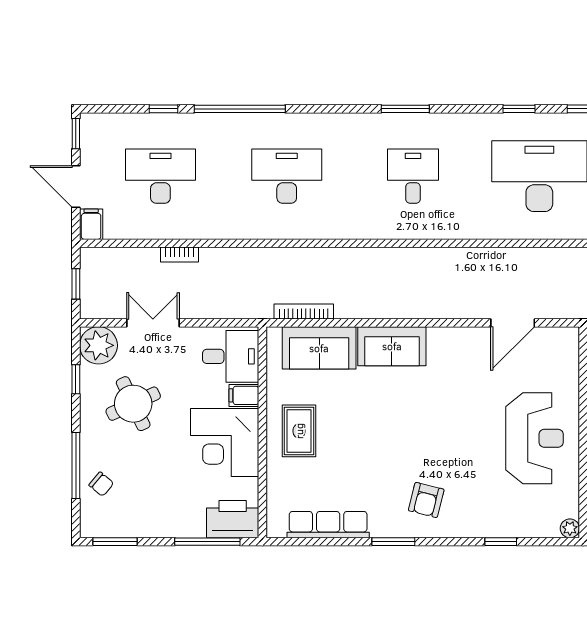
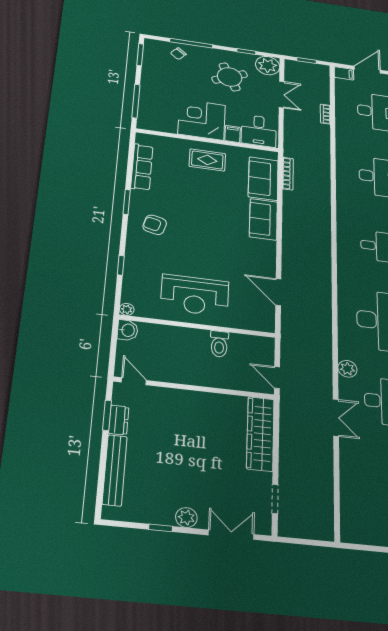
printer: (233, 519) -> (150, 116), removed

